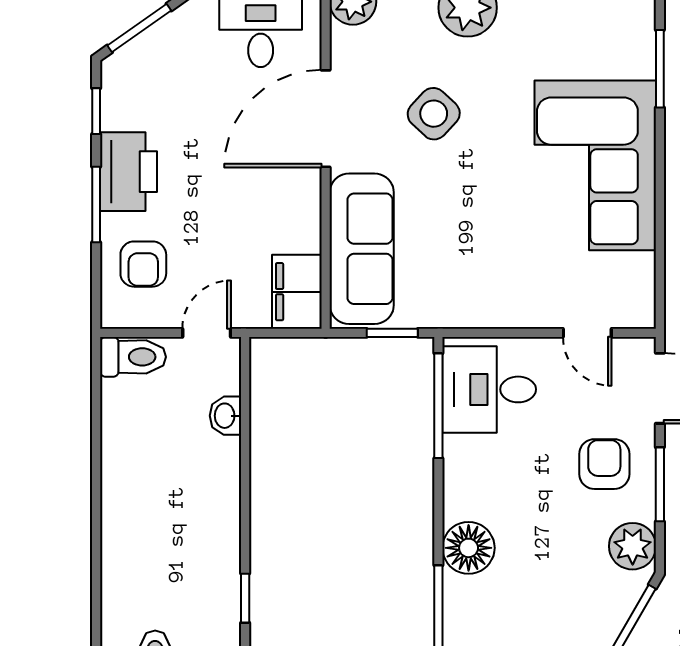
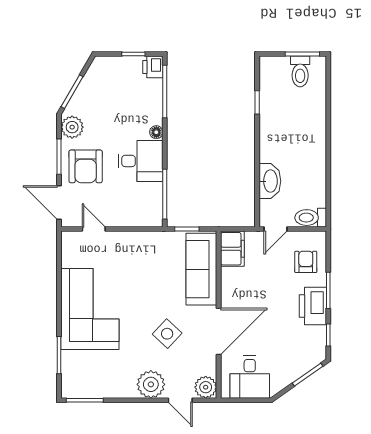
desk: (489, 389) -> (141, 161), moved
washbasin: (226, 416) -> (270, 181), width x1.91, depth x1.45
armchair: (604, 464) -> (86, 166), width x1.38, depth x1.38
floor lamp: (469, 548) -> (156, 132), width x0.53, depth x0.53

